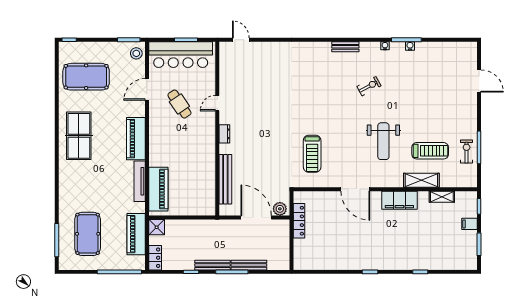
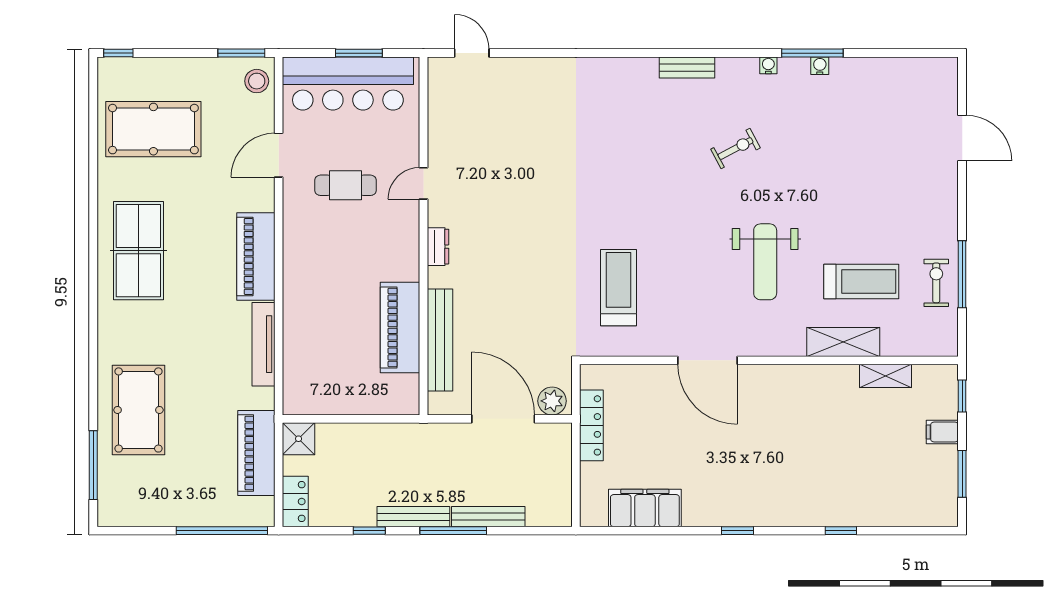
cafe table: (179, 104) -> (346, 185), turned -56
treadmill: (312, 154) -> (618, 288), turned 180
piano: (158, 189) -> (400, 327), moved, turned 180
filing cabinet: (399, 200) -> (645, 508), moved, turned 180
pool table: (88, 234) -> (138, 410), moved

